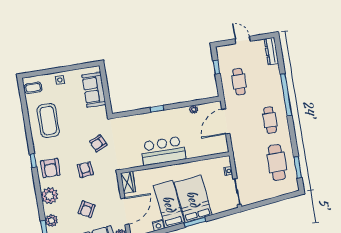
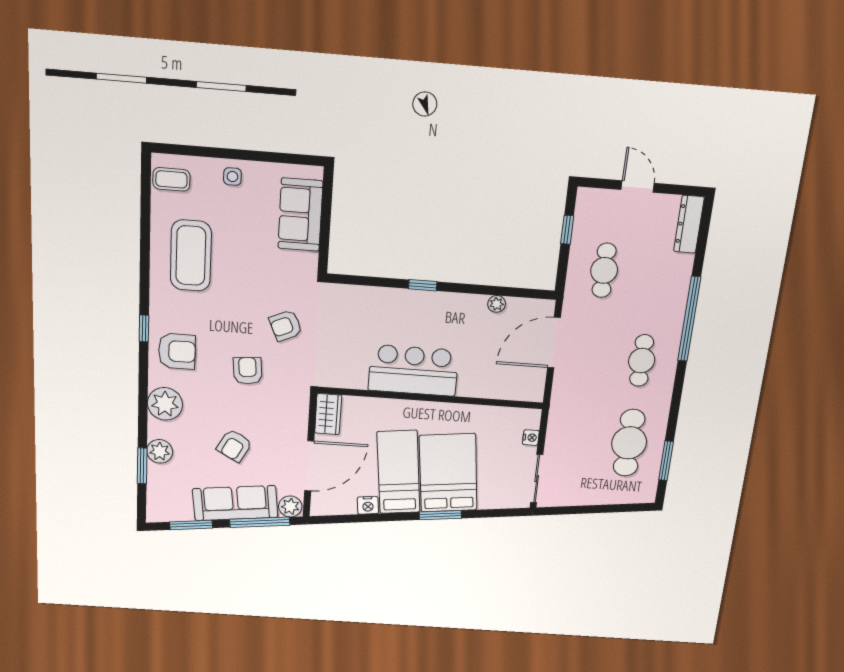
armchair: (50, 168) -> (177, 351), turned -90

